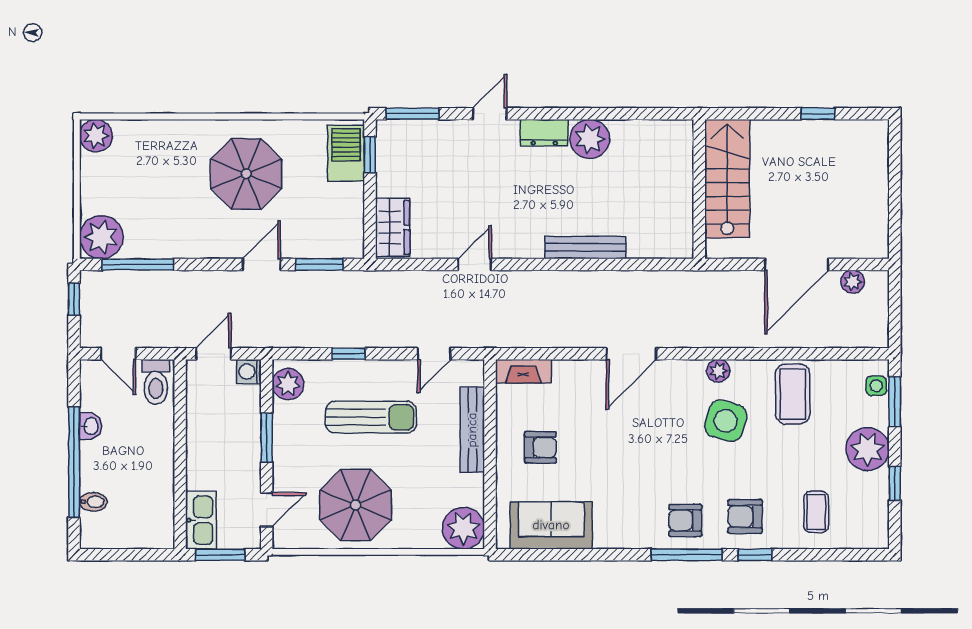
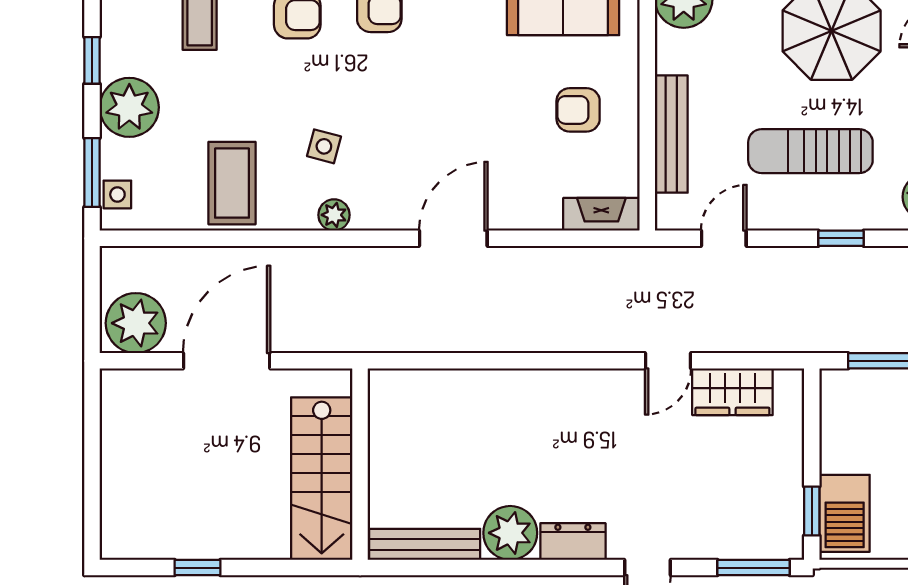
wardrobe: (393, 227) -> (732, 392), moved, turned -90
bench: (585, 248) -> (425, 544), moved
plant: (853, 282) -> (136, 323), width x1.87, depth x1.87
side table: (726, 421) -> (324, 146), width x0.54, depth x0.54

